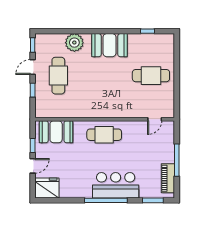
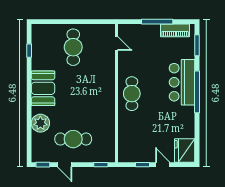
window: (33, 90) -> (101, 165), moved
booth: (56, 132) -> (129, 141), removed

